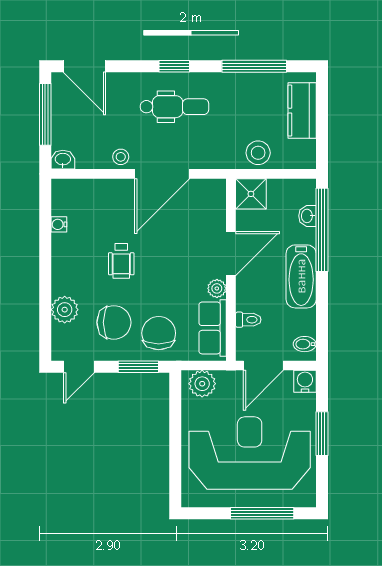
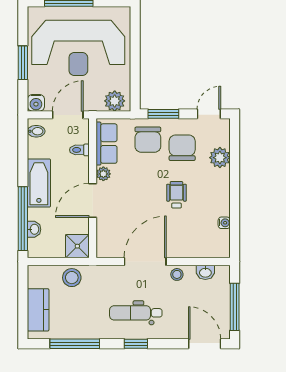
washbasin: (63, 160) -> (205, 272), moved
chair: (114, 322) -> (182, 148), turned 90

